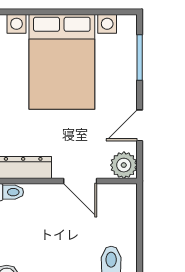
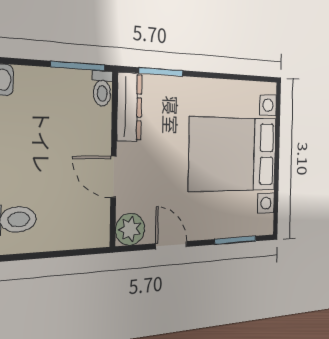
door: (80, 181) -> (113, 177), hinge flipped

